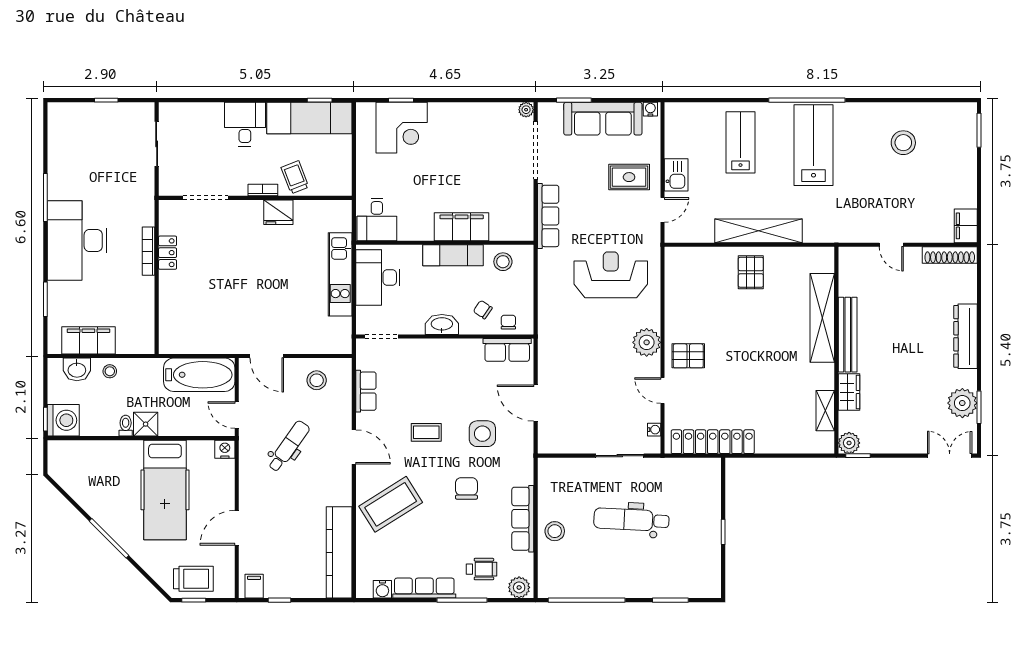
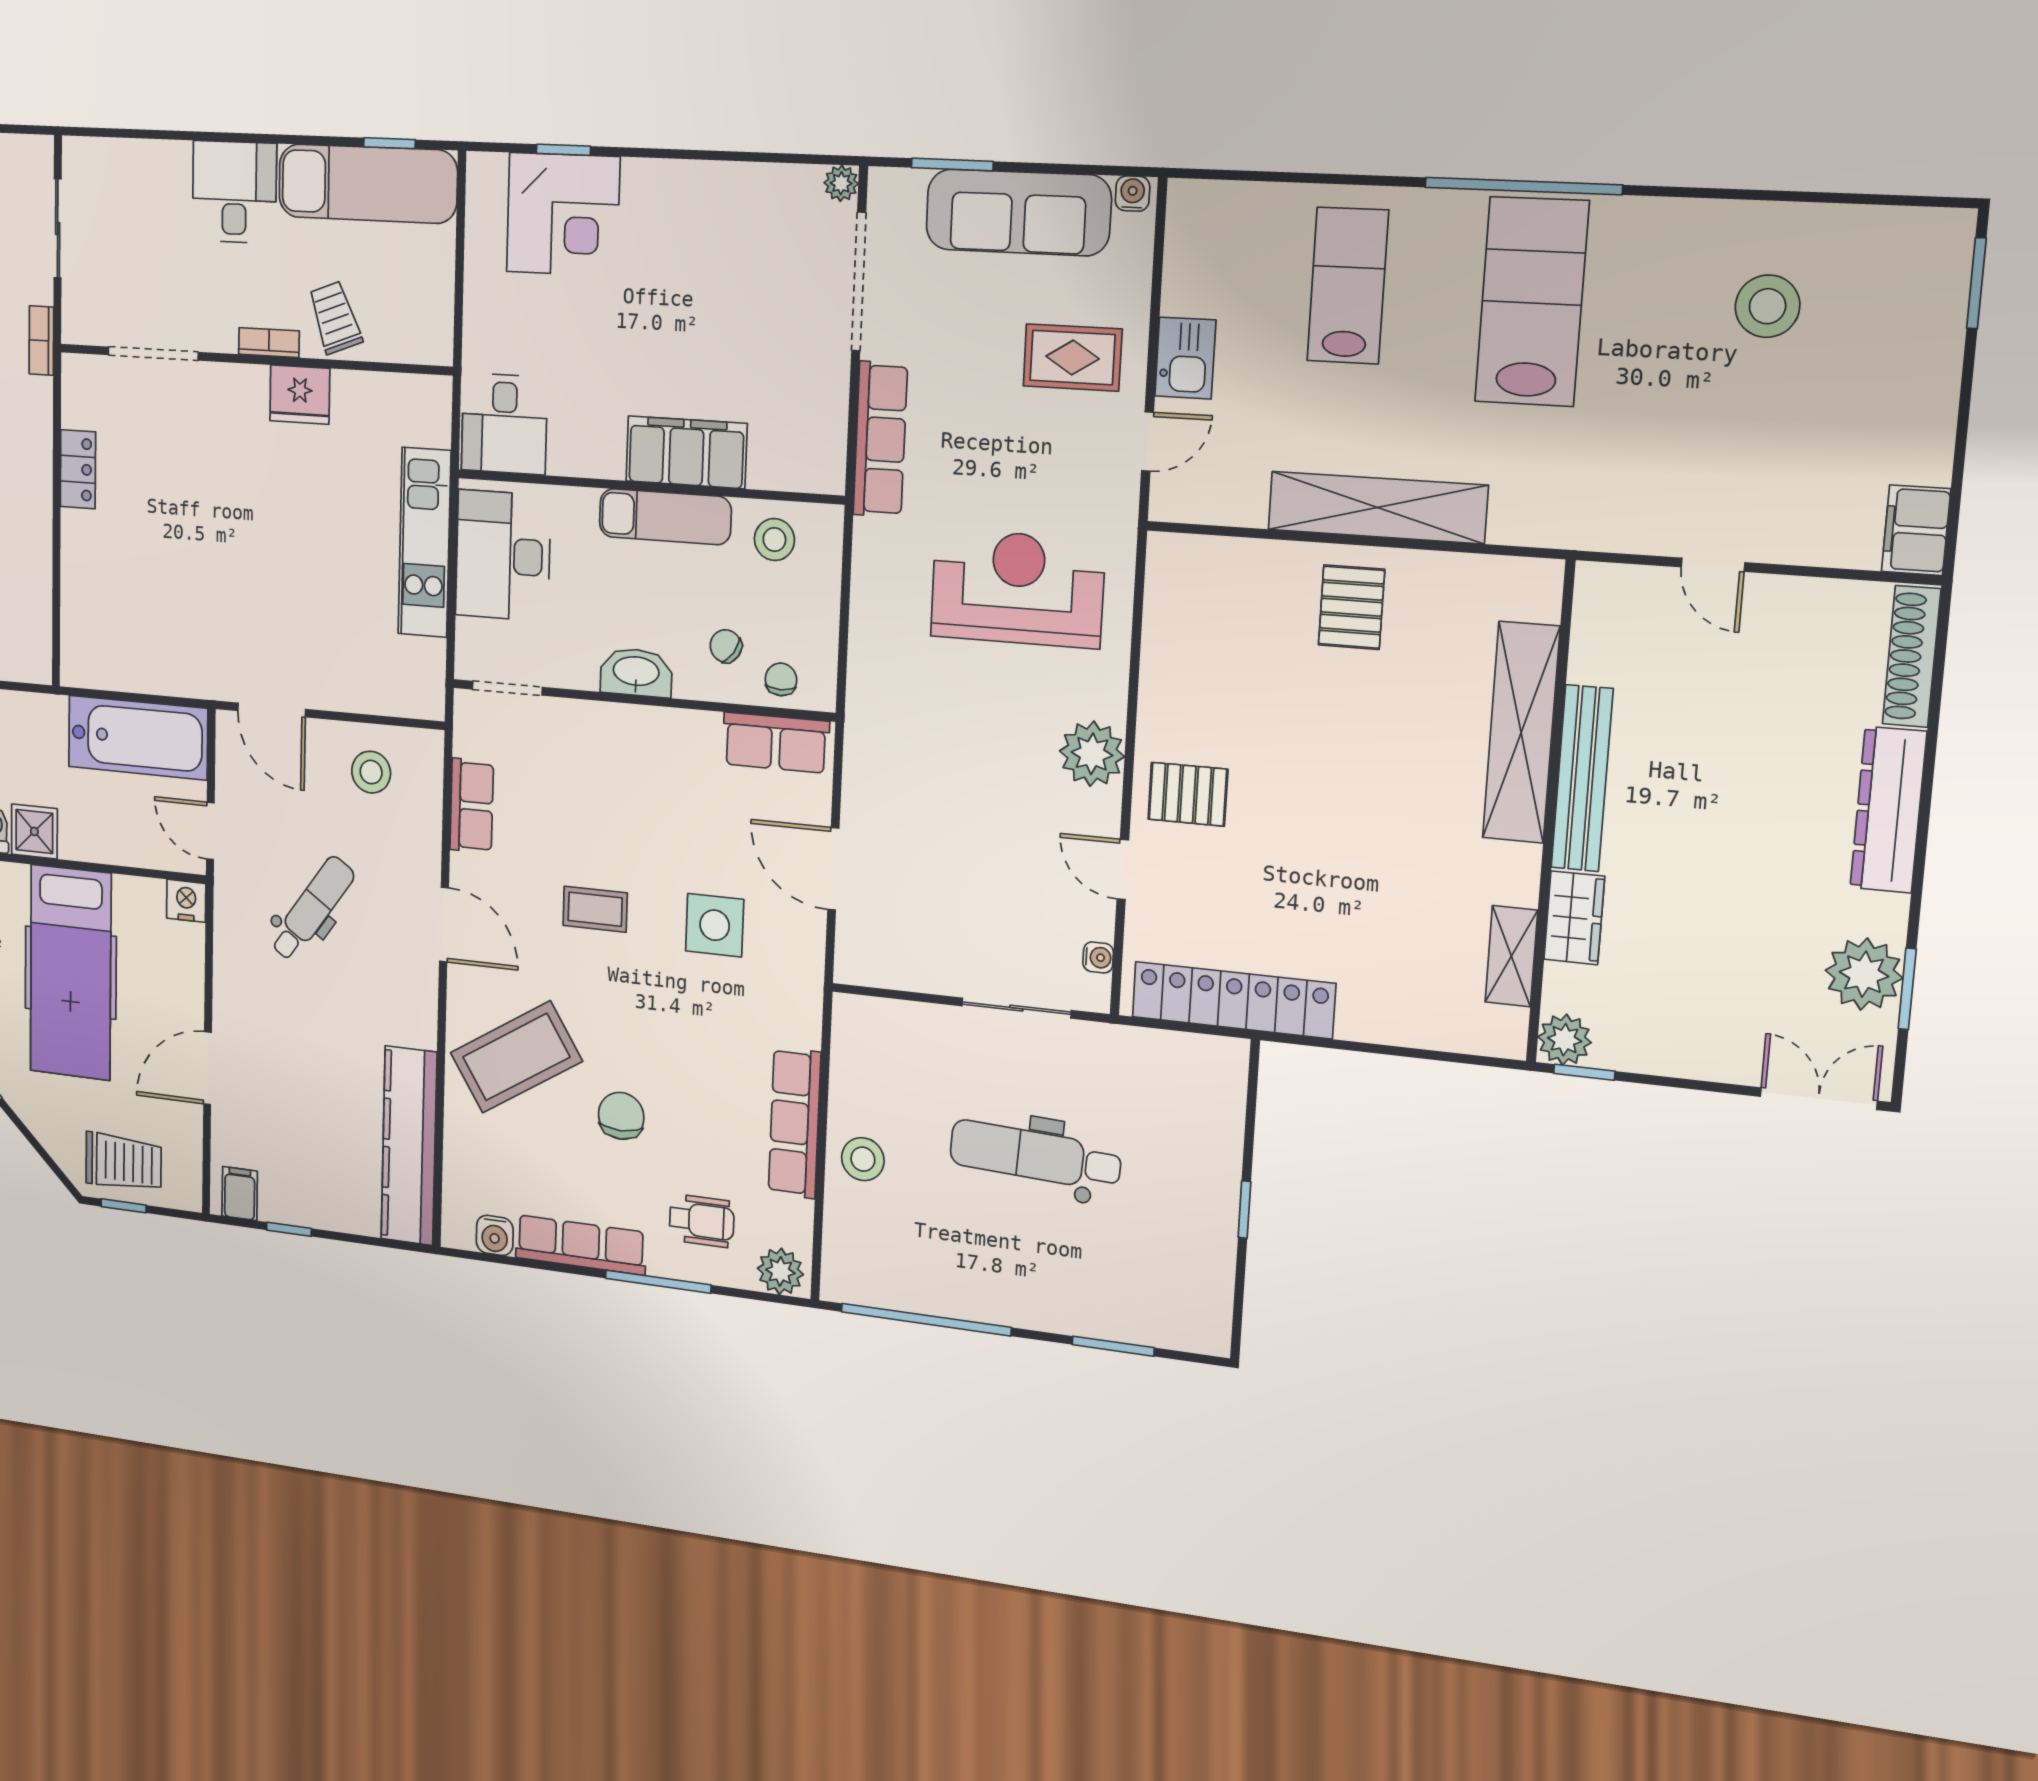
bookcase: (148, 251) -> (41, 341), moved, width x0.64
shoe rack: (950, 255) -> (1912, 656), moved, turned 90
chair: (466, 488) -> (621, 1116), moved

